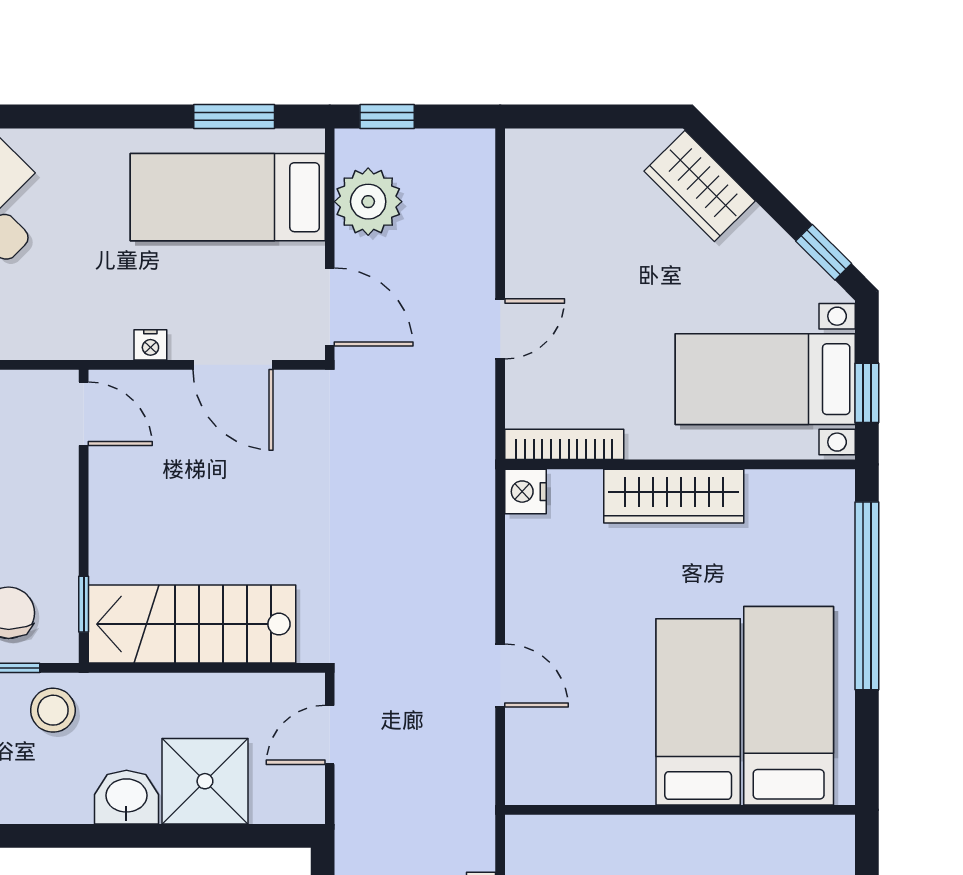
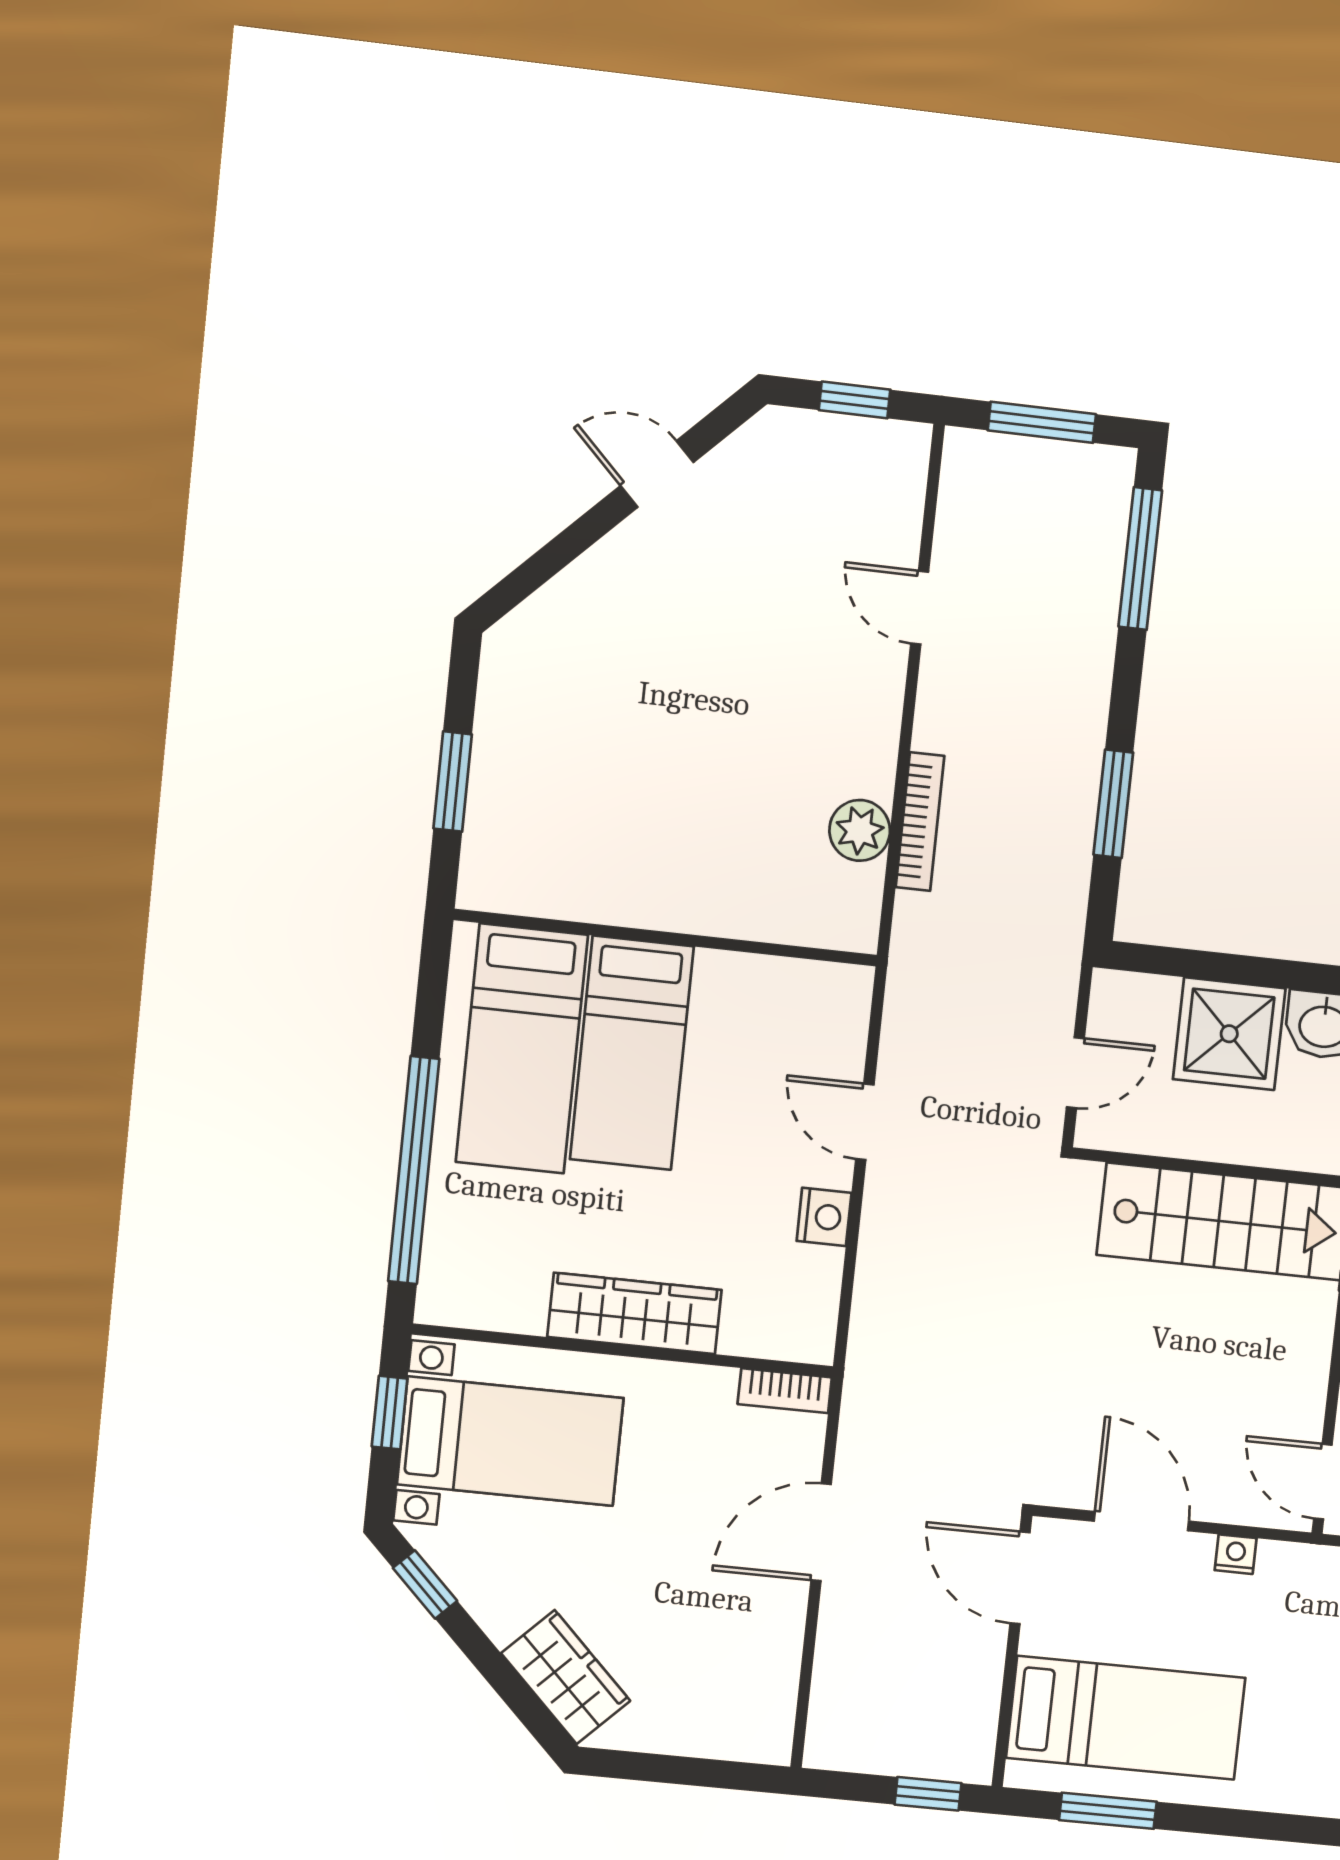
plant: (368, 202) -> (961, 1697), removed
door: (500, 329) -> (821, 1532), width x1.38
bookcase: (564, 444) -> (785, 1391), width x0.64
nightstand: (525, 492) -> (824, 1217), moved

